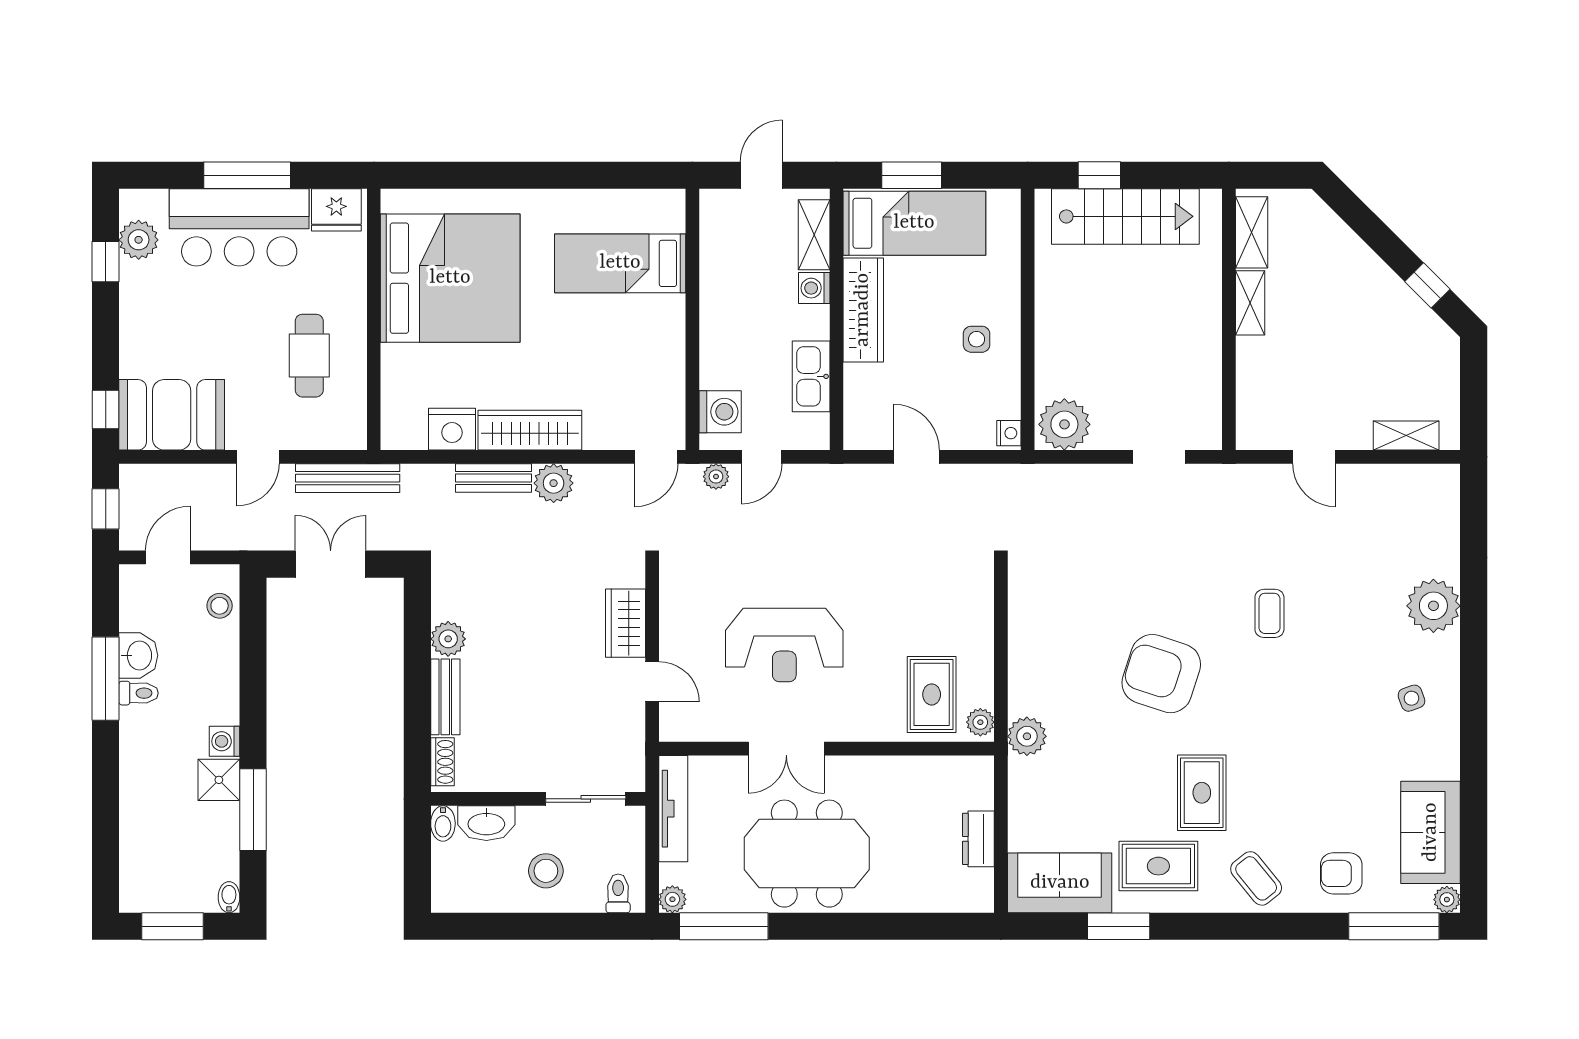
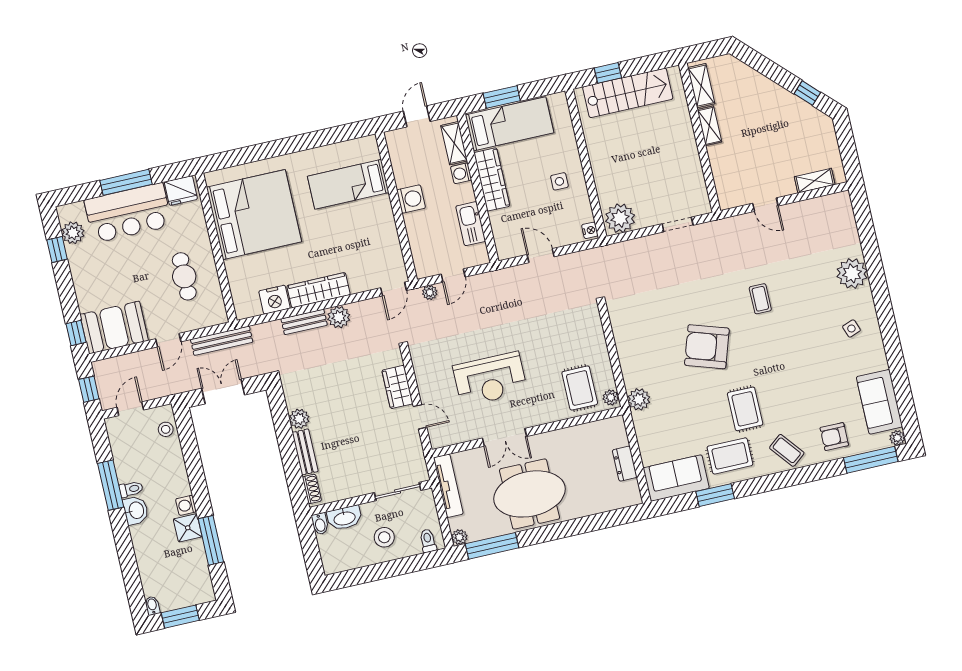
washing machine: (720, 412) -> (411, 199), moved
washbasin: (138, 655) -> (136, 510), moved
bidet: (229, 897) -> (152, 606), moved

